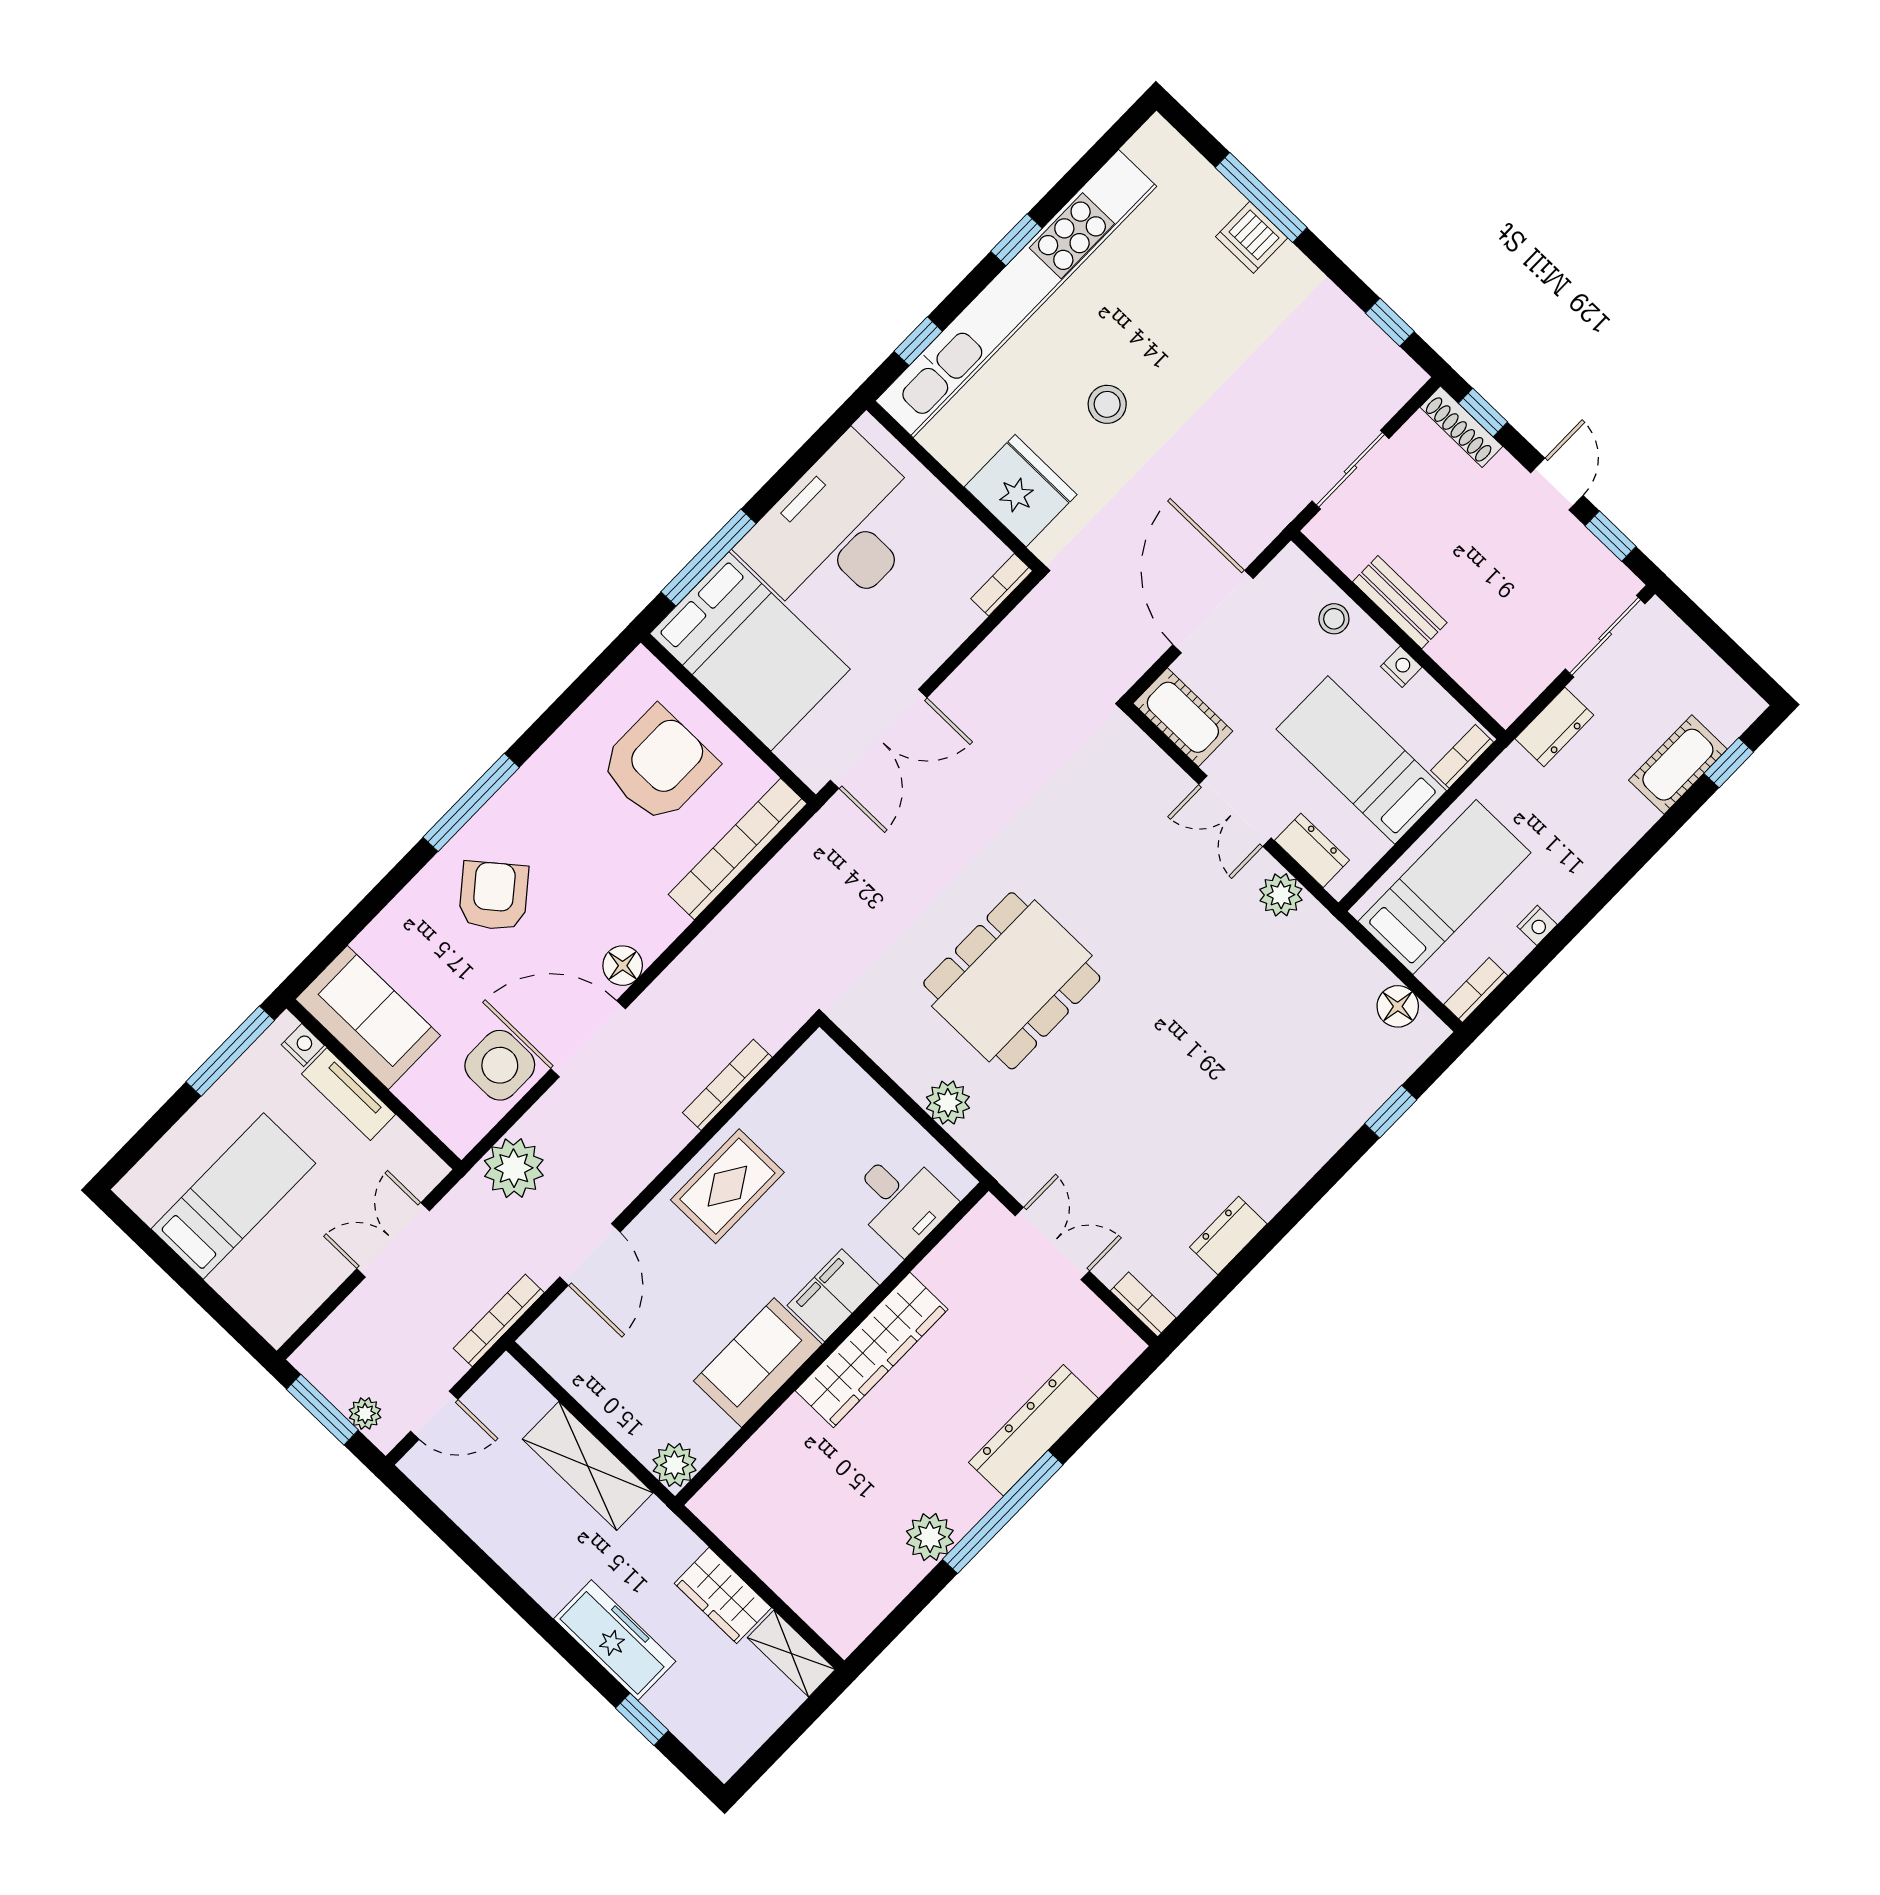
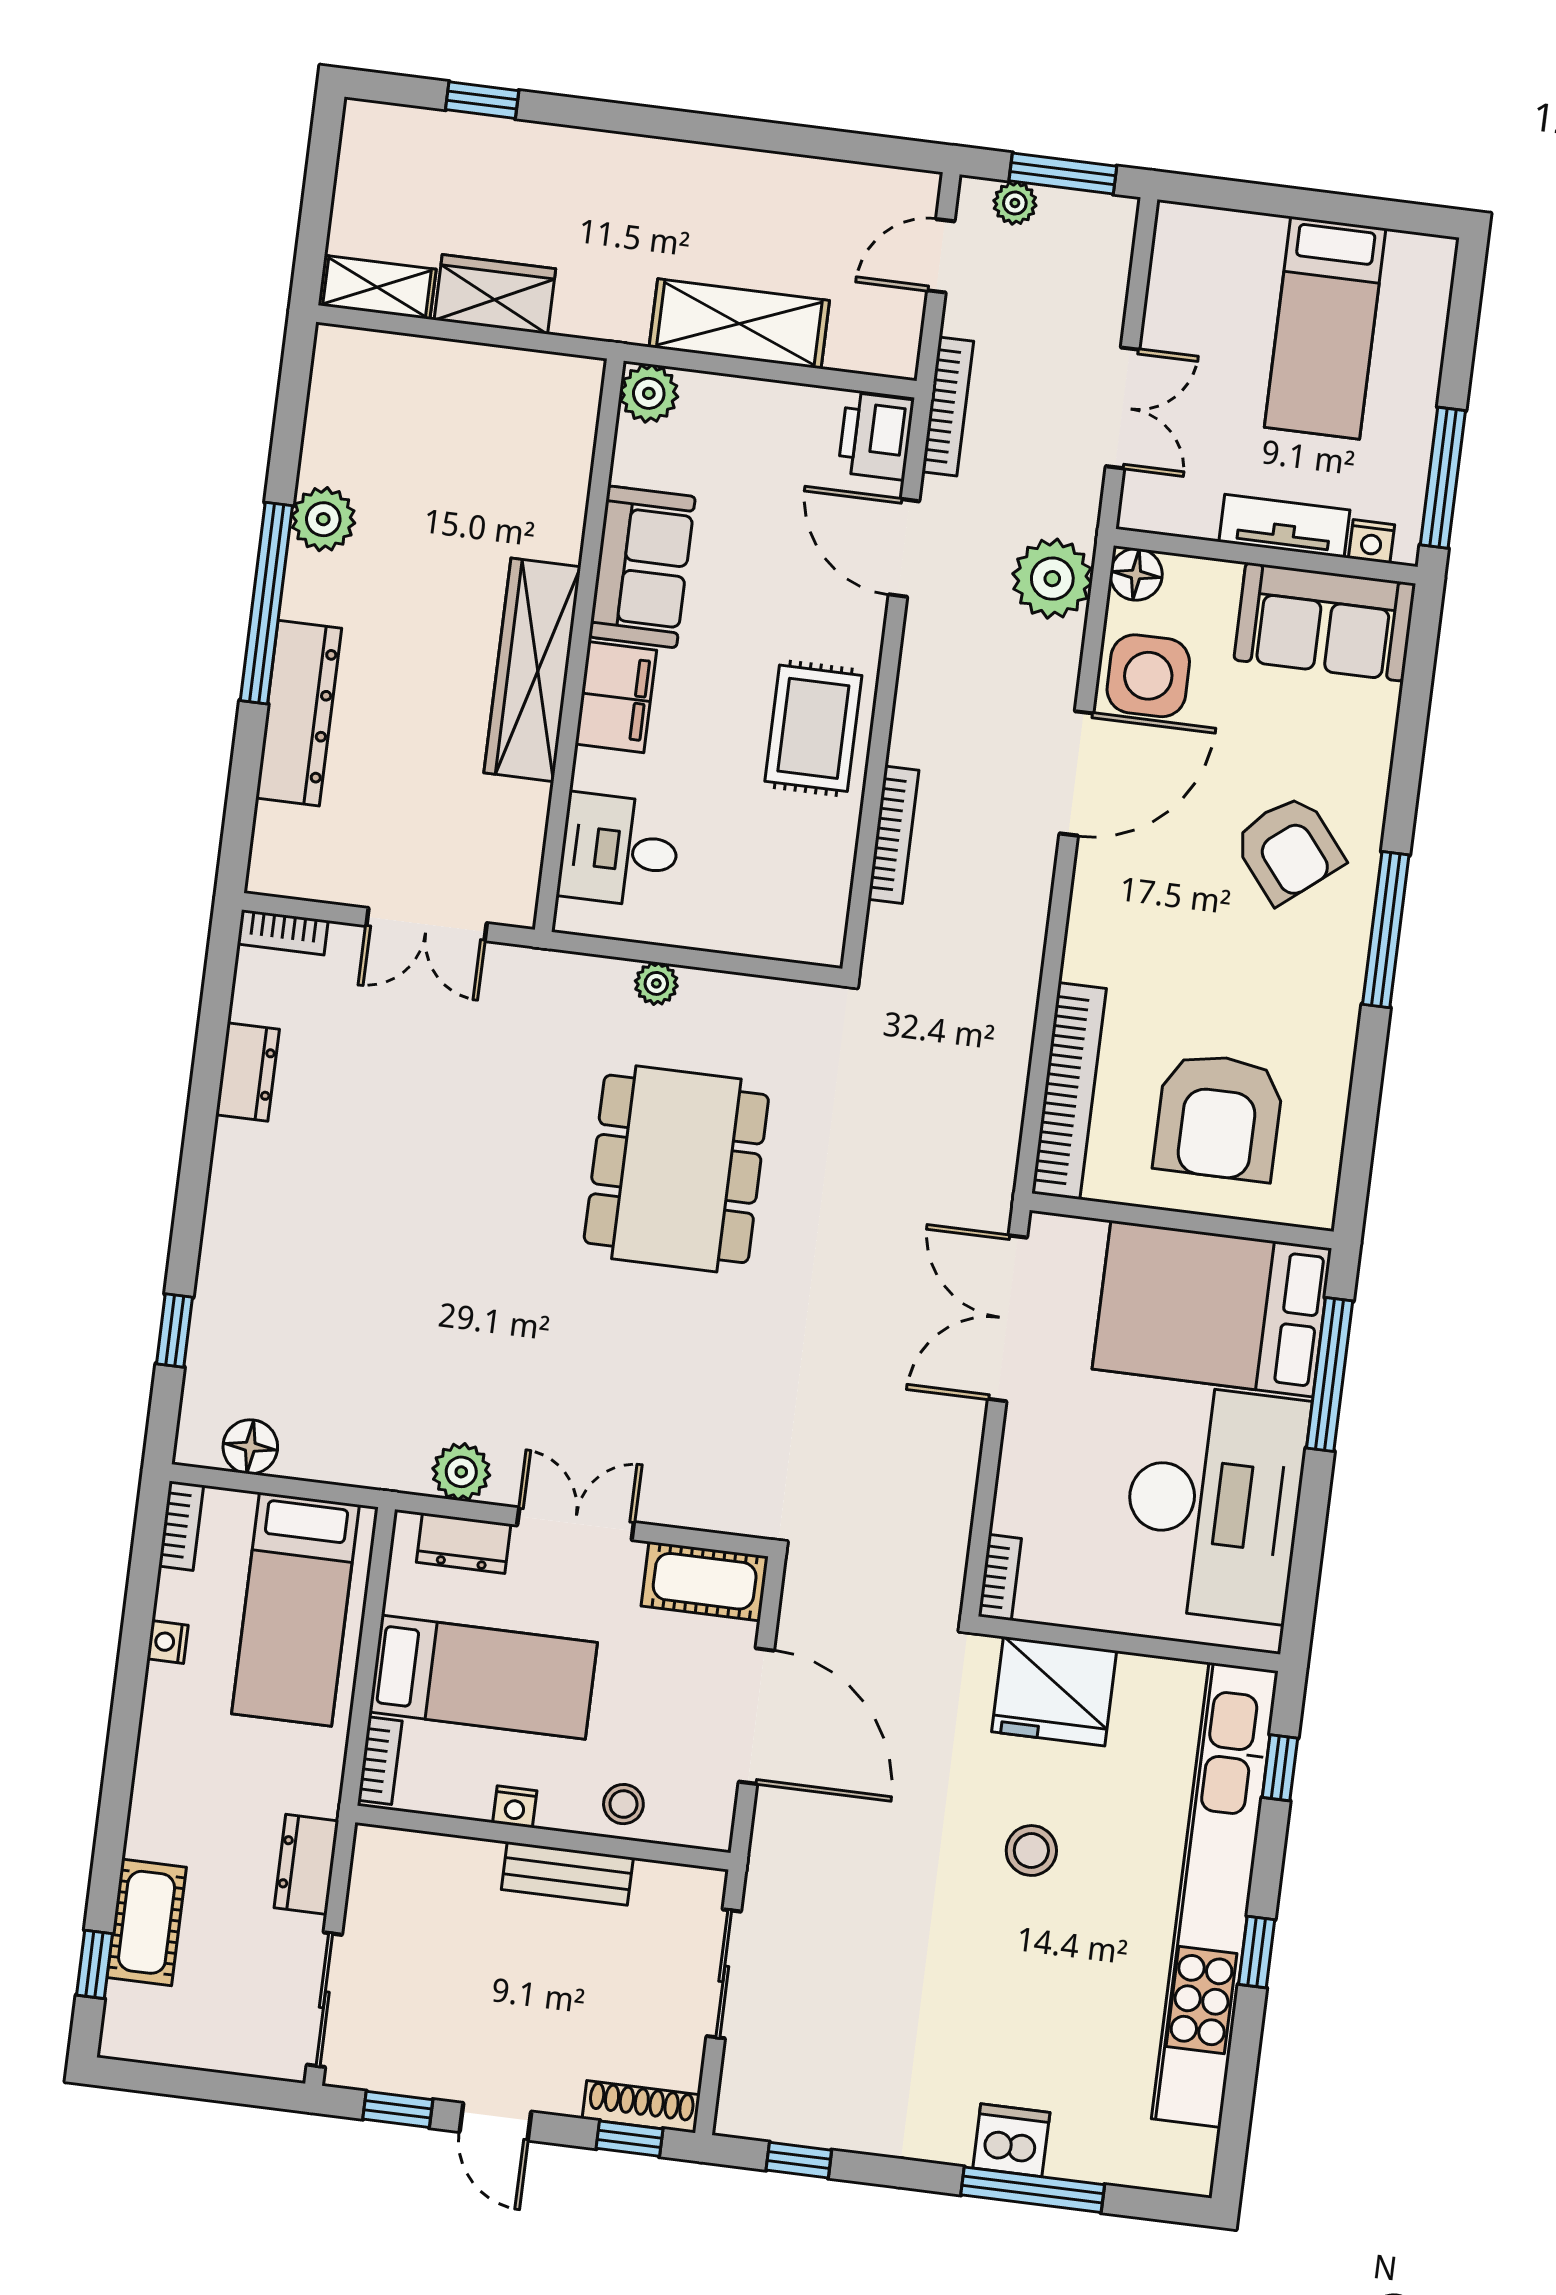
floor lamp: (623, 966) -> (1136, 574), moved
plant: (948, 1103) -> (656, 983), width x0.73, depth x0.73
printer: (556, 1335) -> (876, 436), added
freezer: (615, 1640) -> (573, 162), removed

